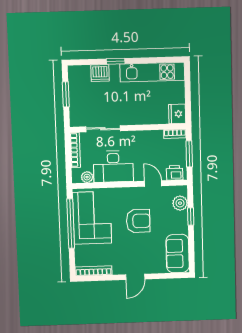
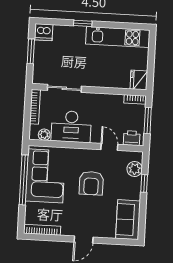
dishwasher: (100, 73) -> (44, 32), moved
armchair: (138, 221) -> (91, 183), turned 90

